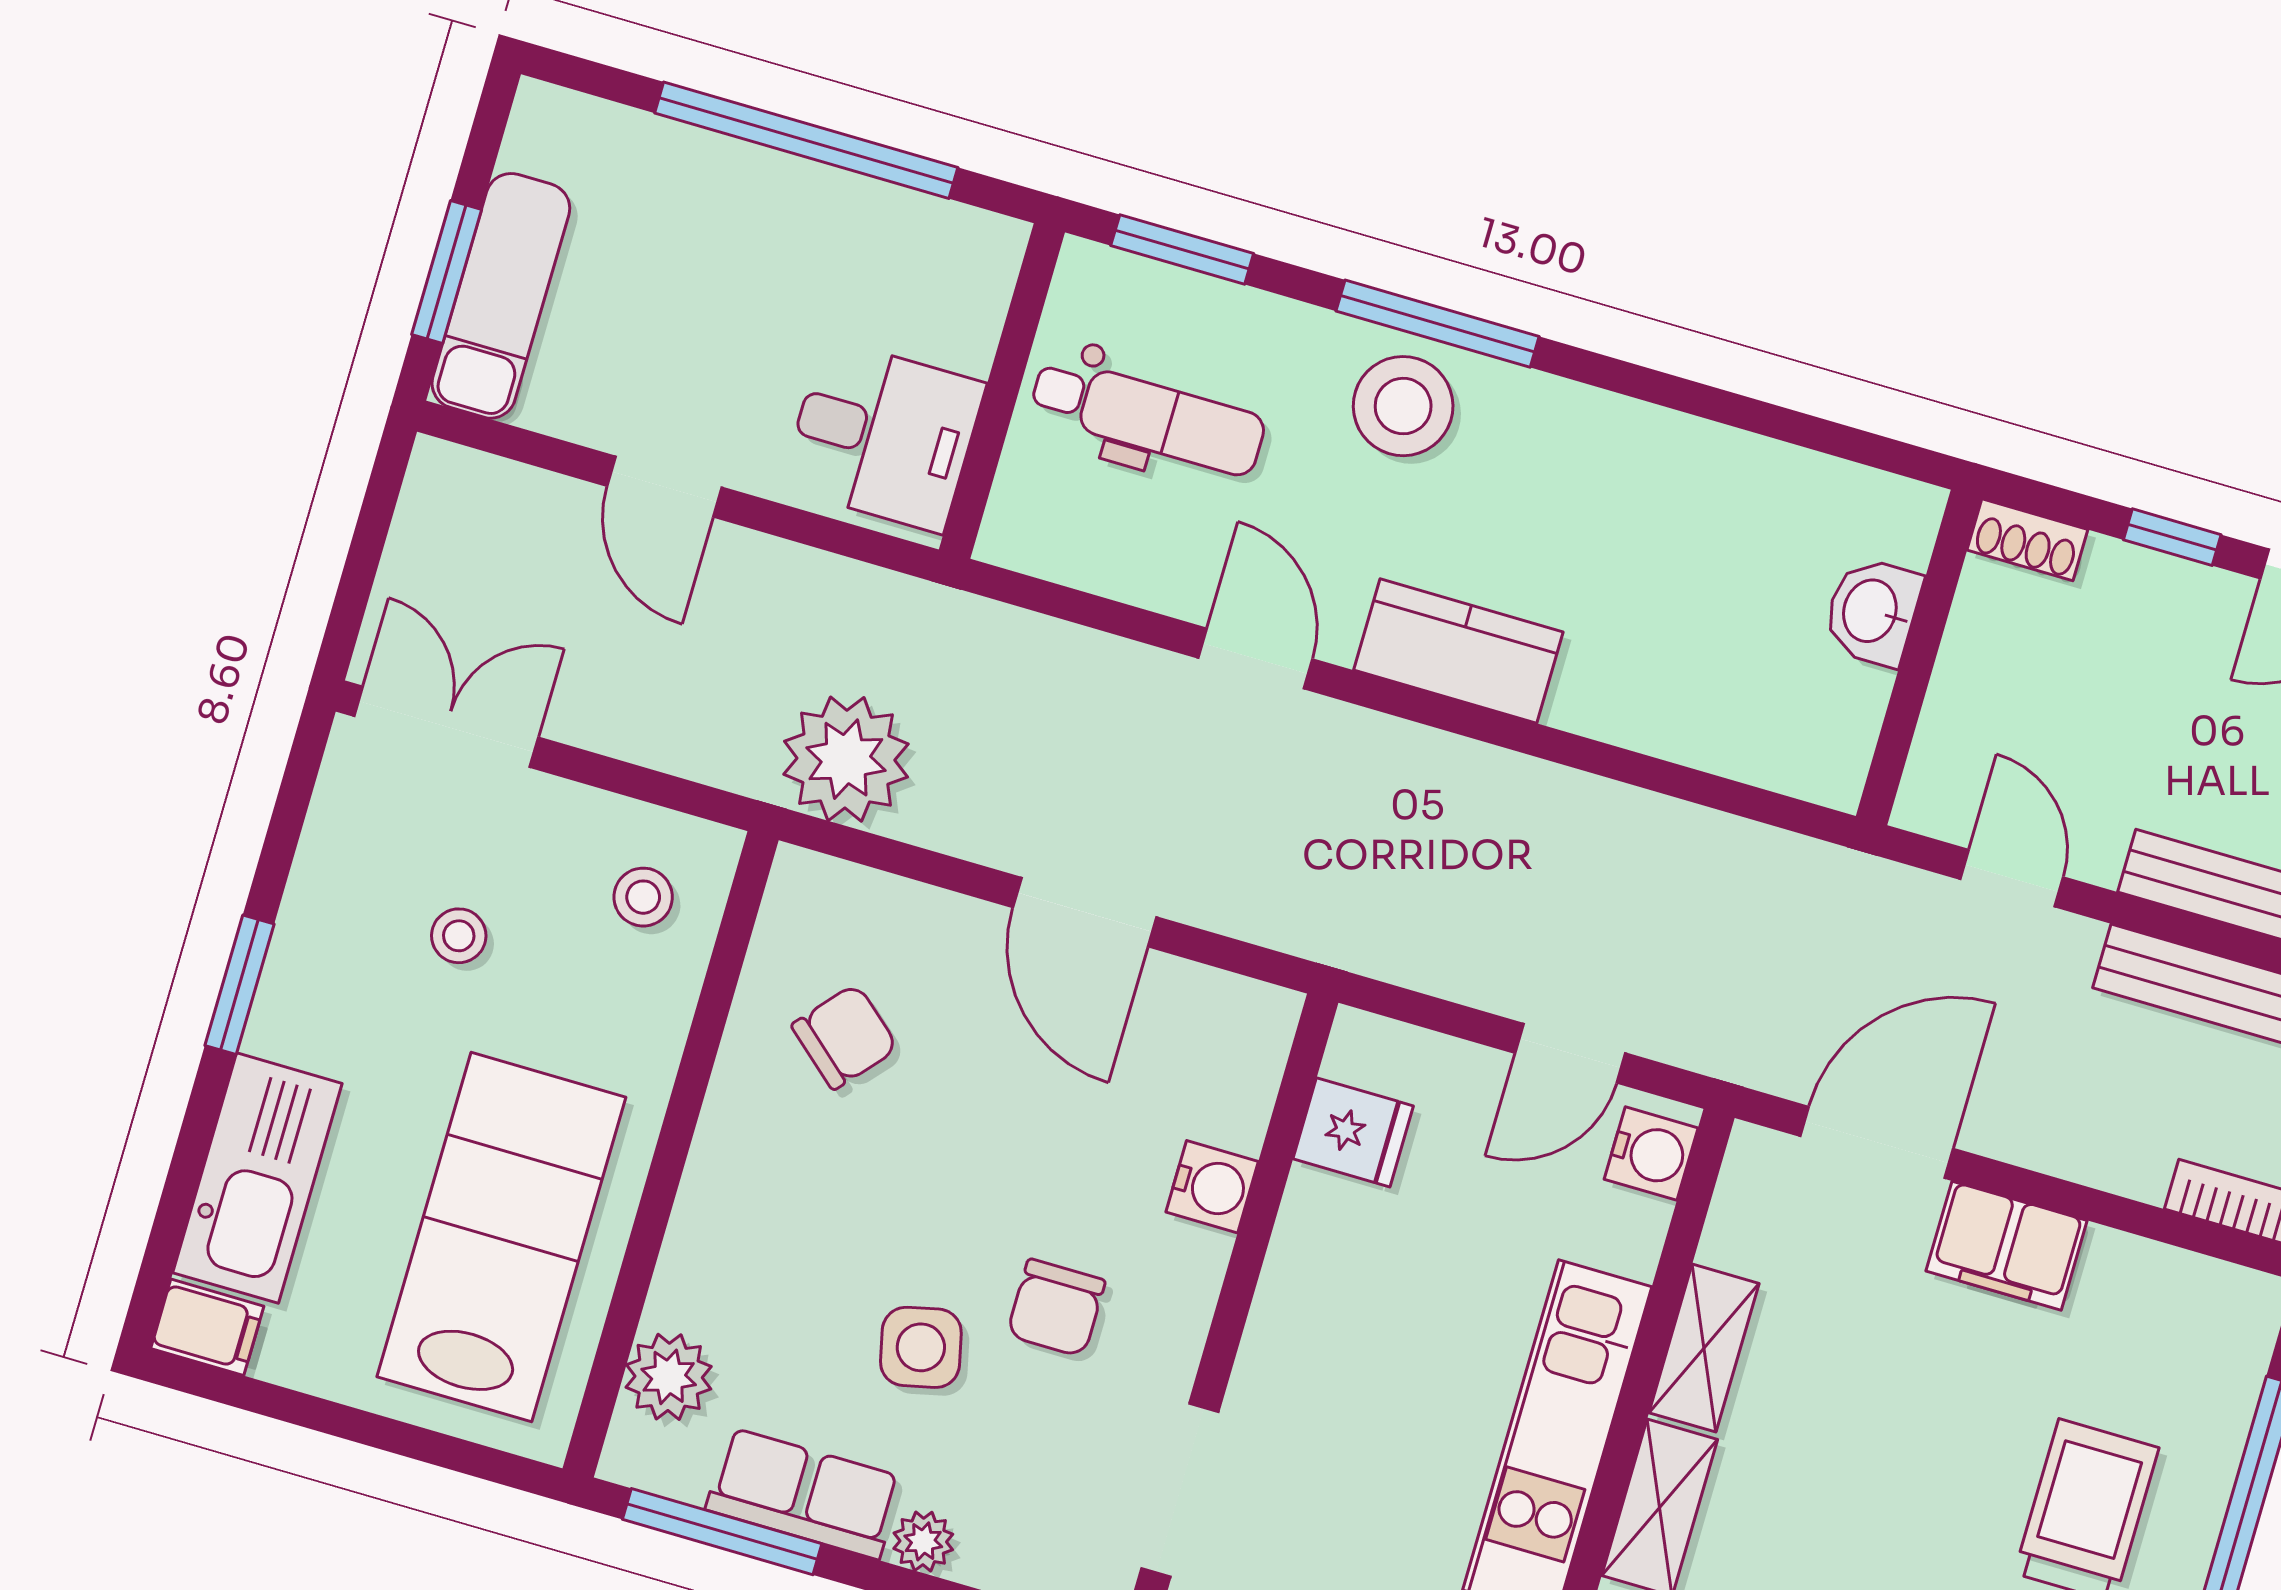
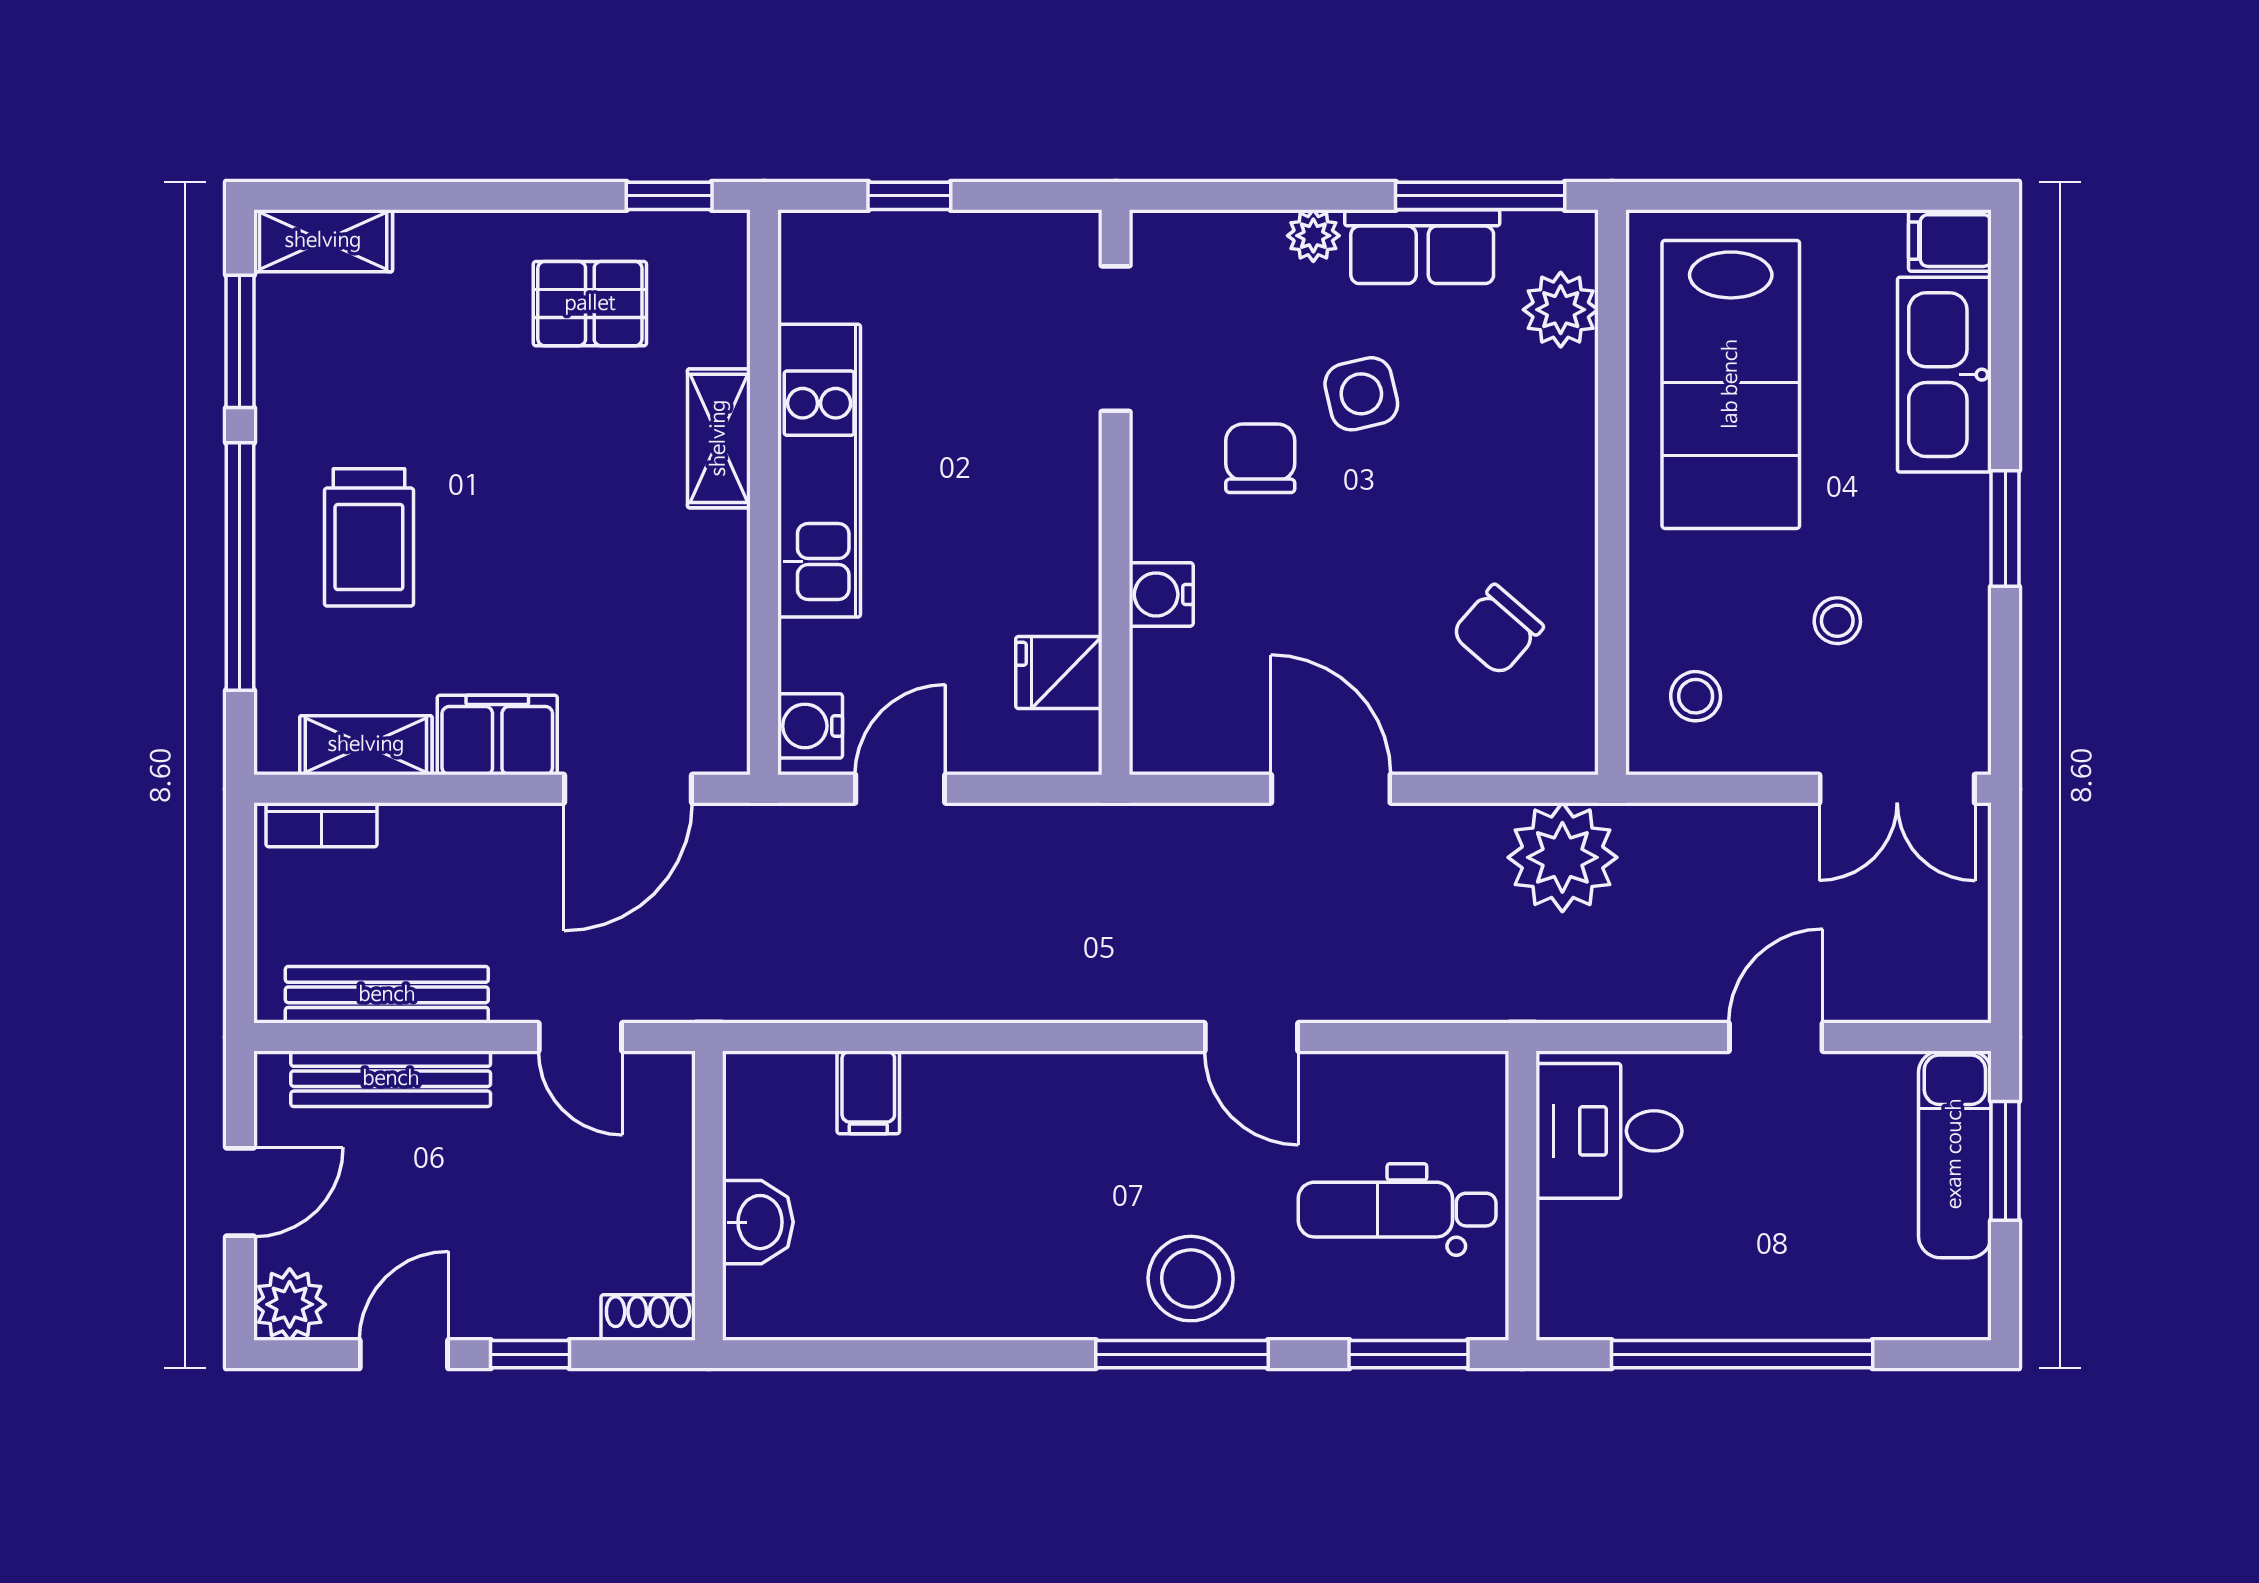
door: (664, 487) -> (1776, 1037), hinge flipped
kitchen counter: (1458, 651) -> (1087, 1091), removed
filing cabinet: (1705, 722) -> (868, 1092), added
shelving: (1704, 1348) -> (366, 745), moved, turned 90

